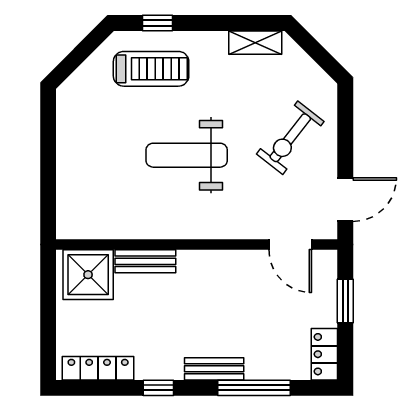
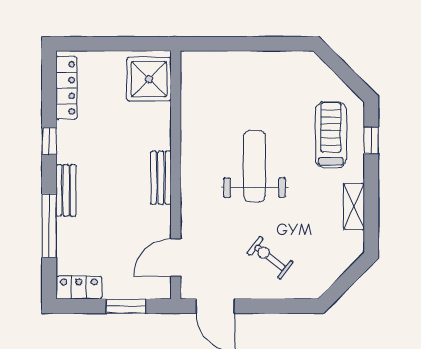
shelving: (255, 43) -> (354, 207), moved
treadmill: (151, 69) -> (331, 135), turned 180
exercise bike: (290, 138) -> (270, 258), width x0.73, depth x0.72
bench: (145, 261) -> (161, 178), moved

